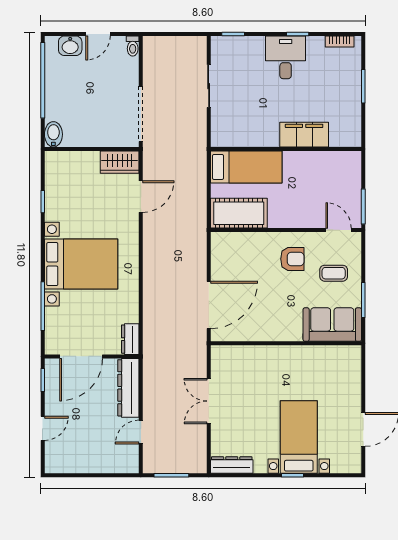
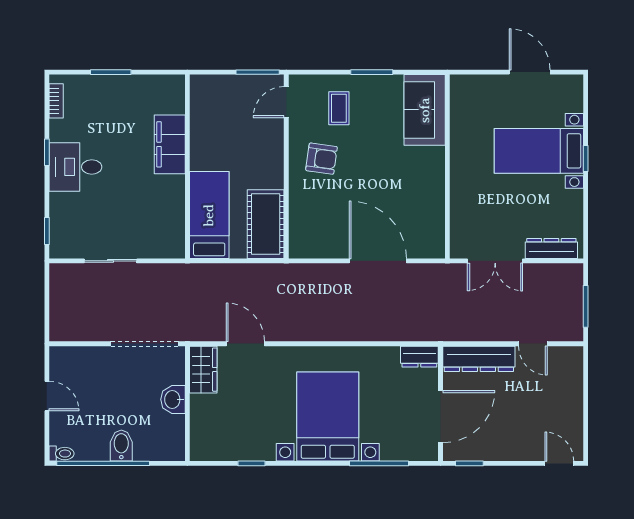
washbasin: (70, 46) -> (173, 399), moved, turned 180
toilet: (133, 46) -> (62, 454), moved
bidet: (53, 134) -> (121, 446), moved, turned 90
armchair: (292, 259) -> (322, 159), turned 98
sofa: (332, 325) -> (425, 110), moved
wall: (286, 343) -> (447, 166), moved
door: (81, 356) -> (441, 417), hinge flipped
door: (43, 428) -> (559, 463), moved
dresser: (232, 465) -> (551, 248), moved, turned 90

